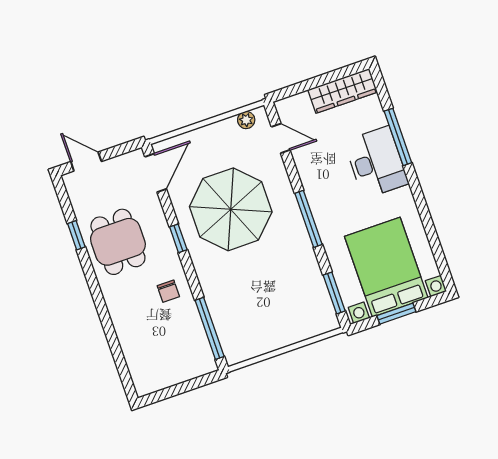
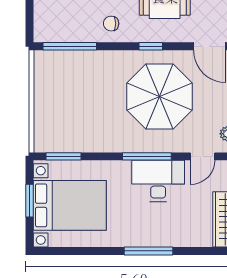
window: (398, 137) -> (148, 251), moved
desk: (376, 162) -> (158, 181), moved, turned 180
window: (309, 219) -> (147, 156), moved

